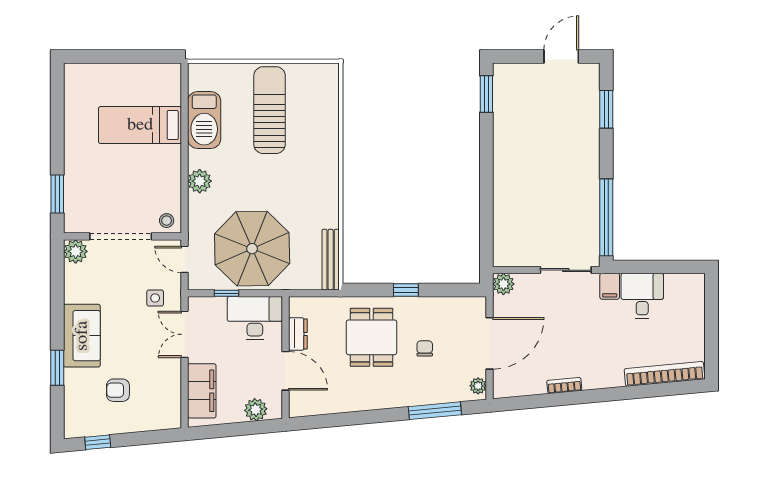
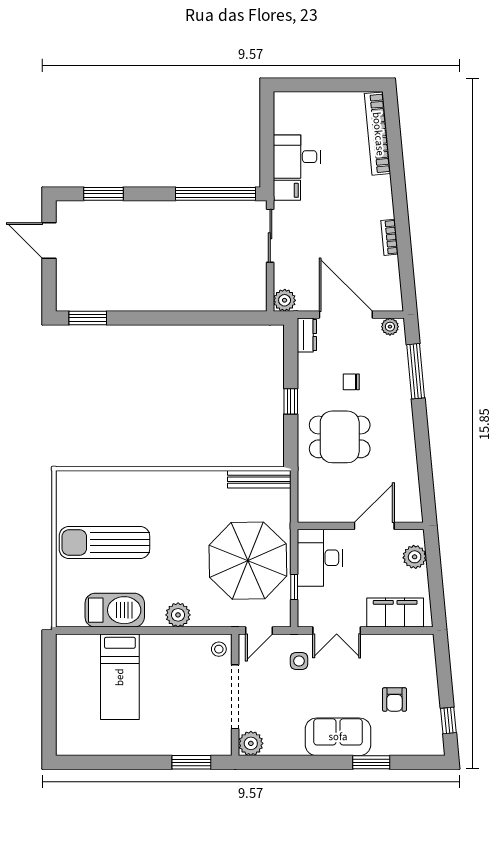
dresser: (298, 334) -> (307, 335), moved, turned 90

